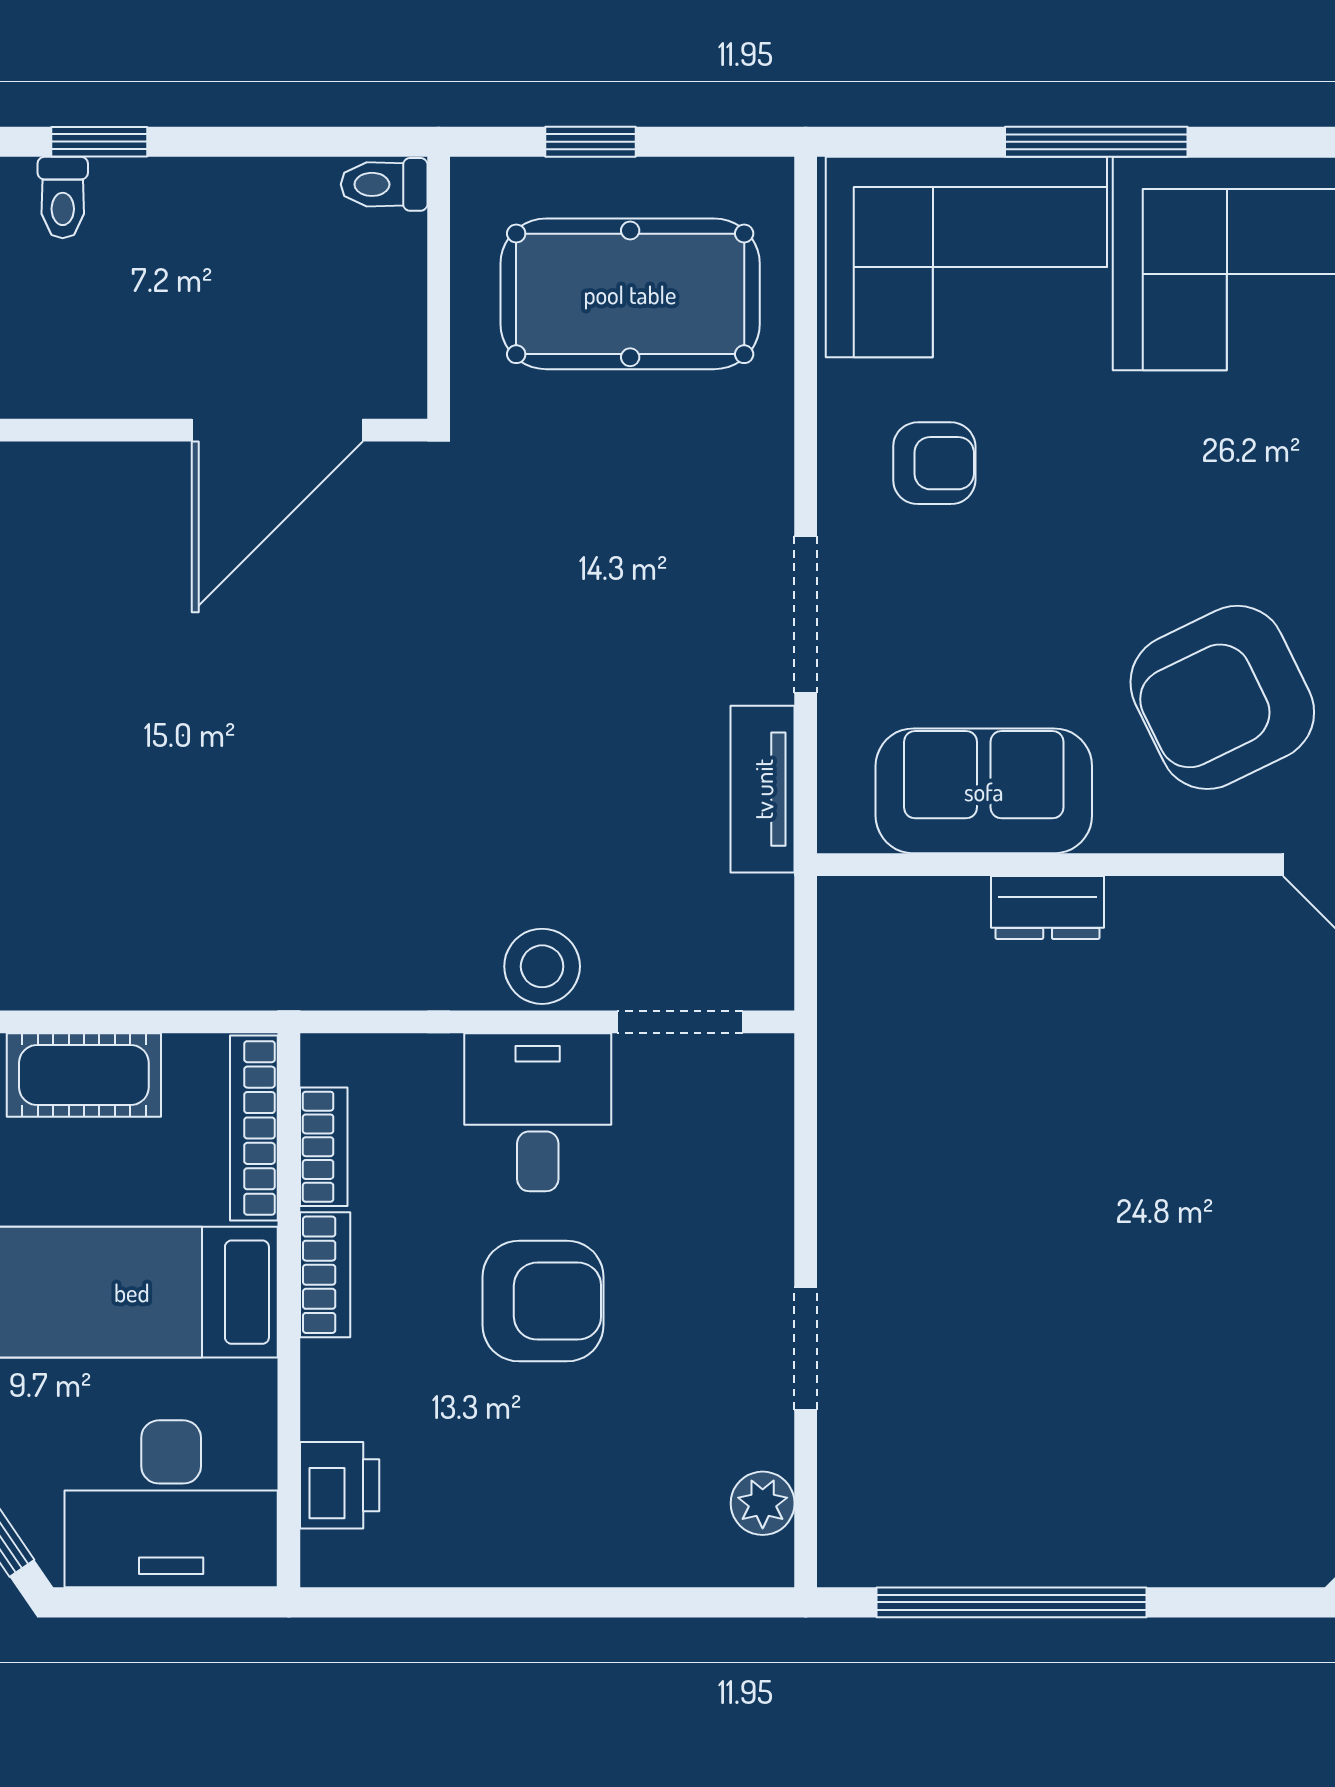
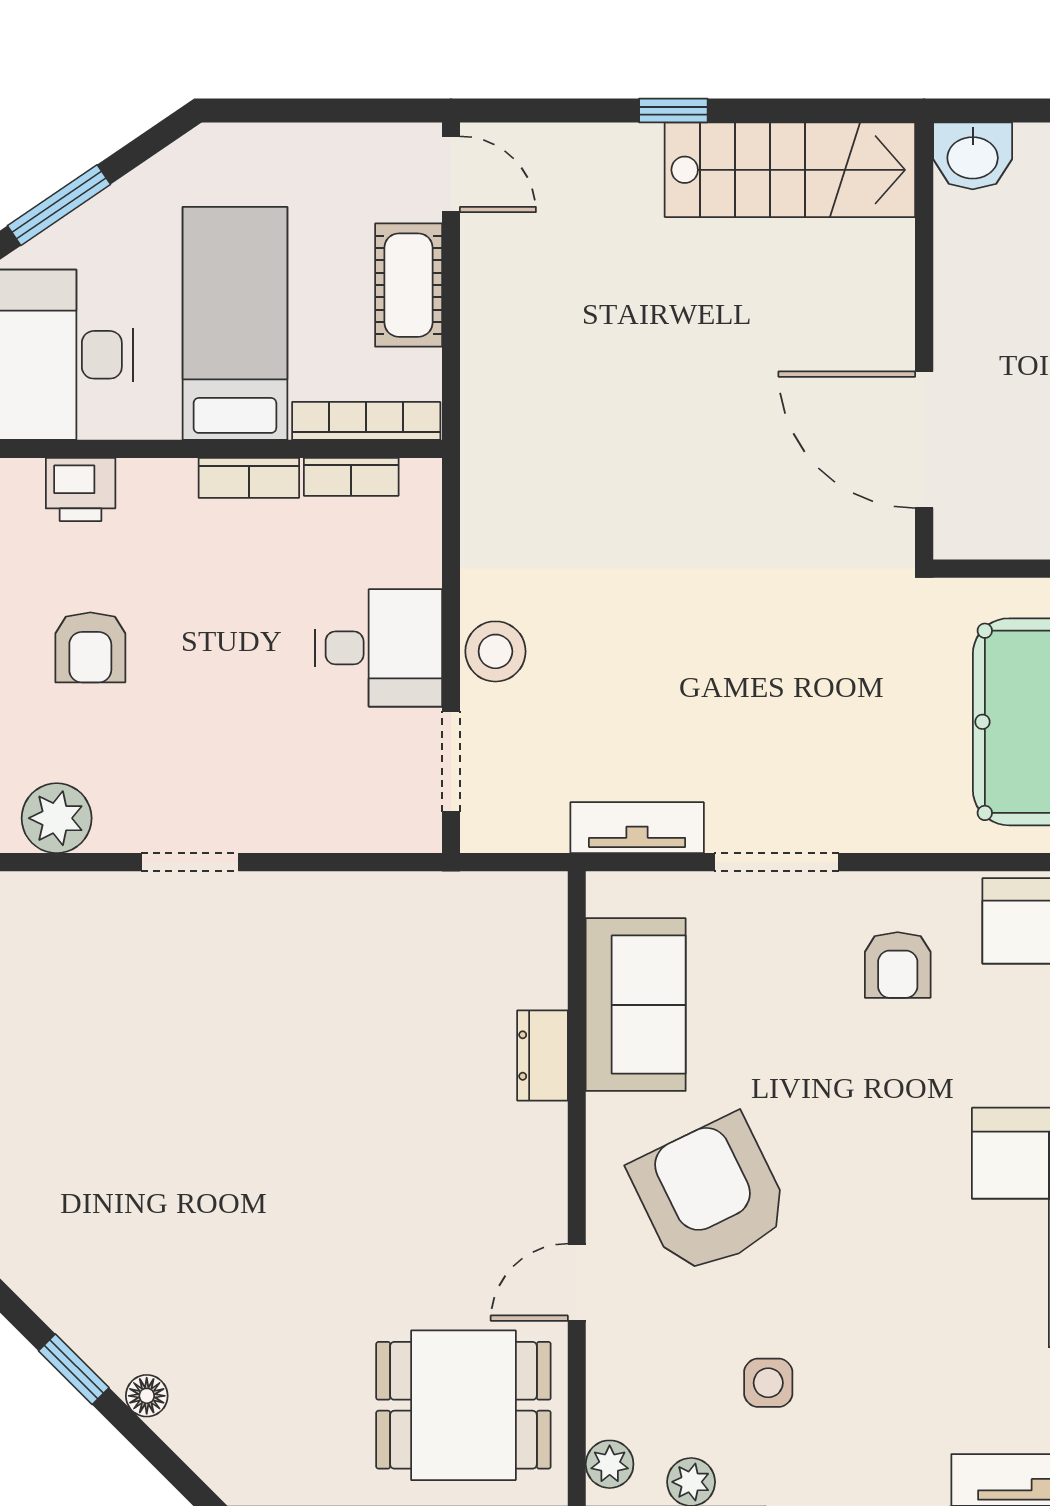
armchair: (543, 1301) -> (90, 647), moved, width x0.72, depth x0.72
plant: (763, 1503) -> (57, 818), width x1.38, depth x1.38

